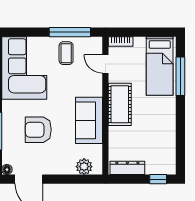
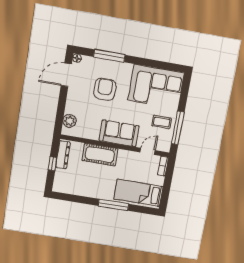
window: (180, 76) -> (113, 205), moved
cot: (120, 104) -> (100, 155), moved
sofa: (89, 120) -> (119, 133), moved
window: (158, 179) -> (53, 164), moved

